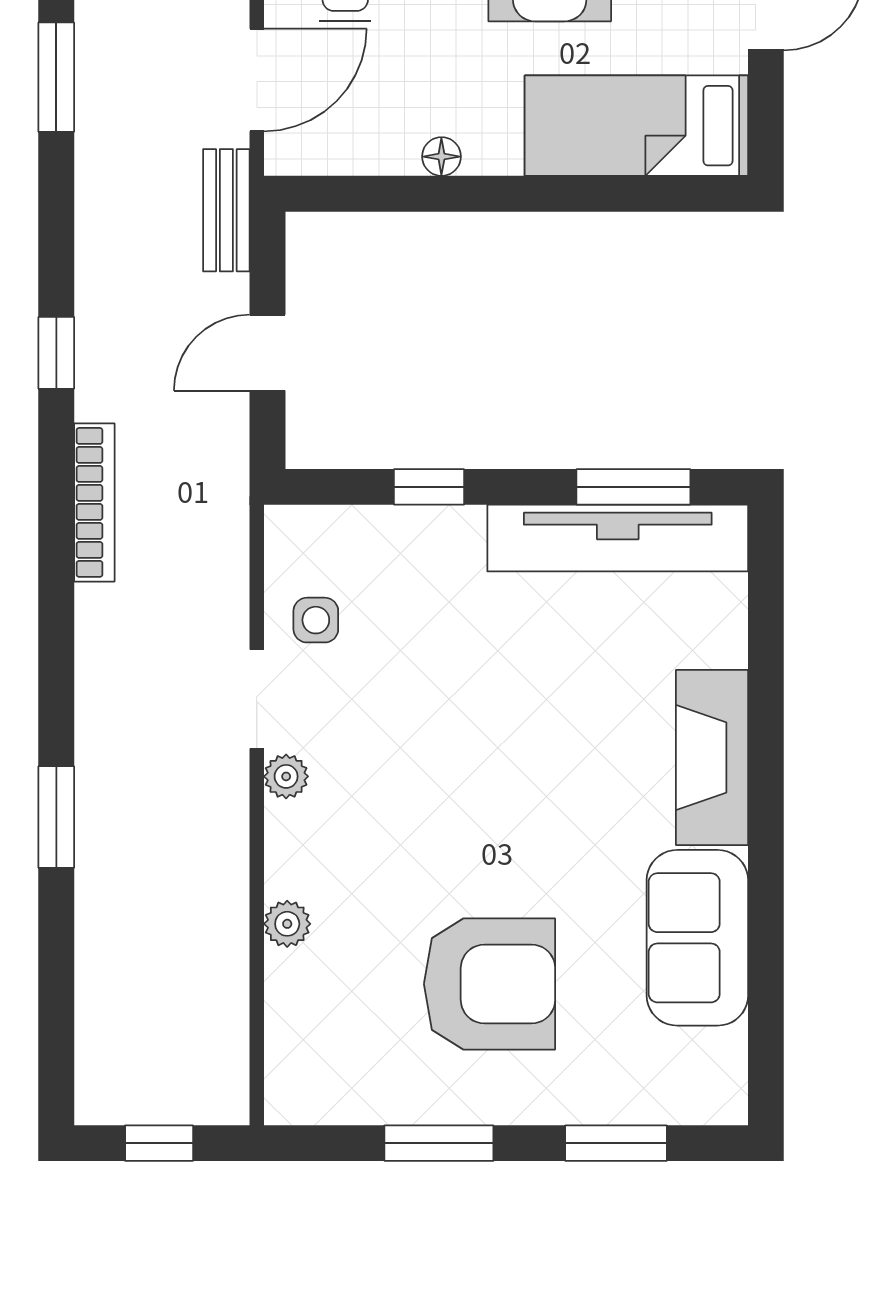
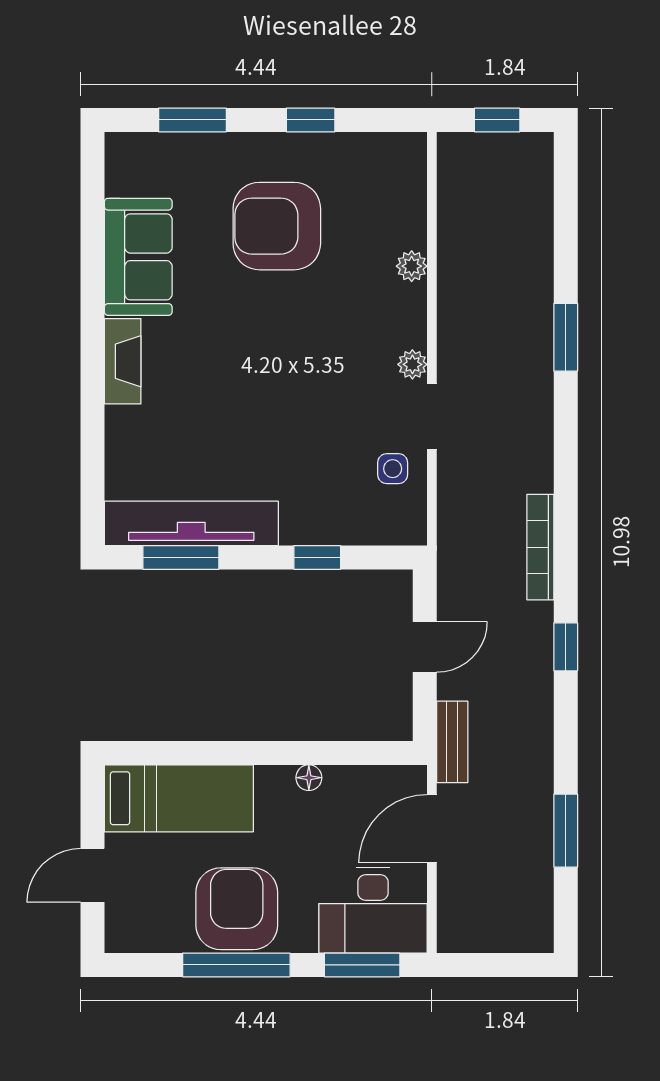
fireplace: (712, 758) -> (123, 361), width x0.73, depth x0.76
window: (439, 1143) -> (311, 120), width x0.67

